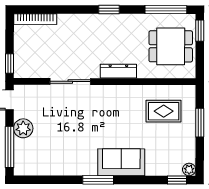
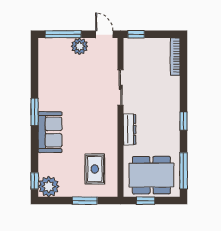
window: (200, 31) -> (146, 201), moved
dining table: (171, 46) -> (151, 175), width x1.38
plant: (189, 170) -> (49, 186), width x1.88, depth x1.88

